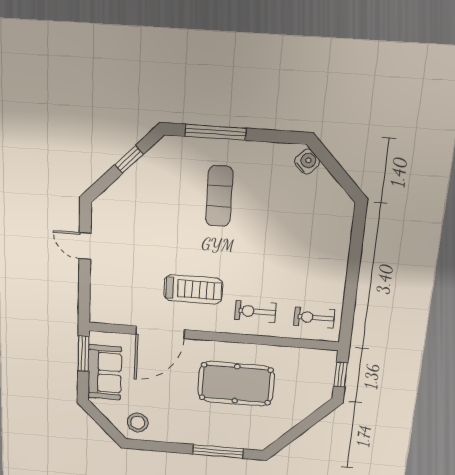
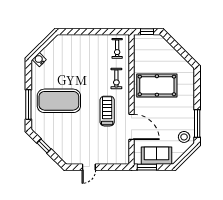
exercise mat: (219, 196) -> (59, 101), width x2.00, depth x1.45
pool table: (236, 384) -> (157, 85), turned 90
window: (218, 451) -> (197, 123), moved

